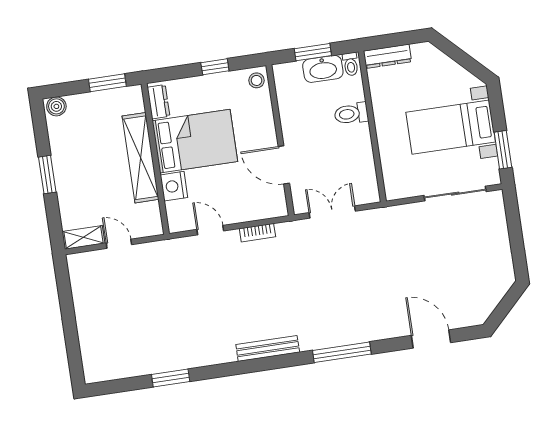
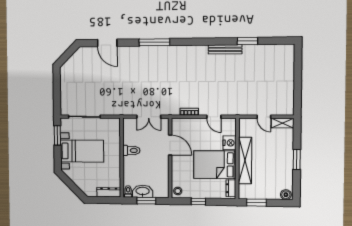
toilet: (351, 114) -> (131, 150), moved
bench: (268, 348) -> (225, 49), moved

